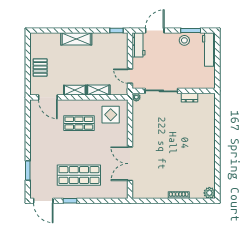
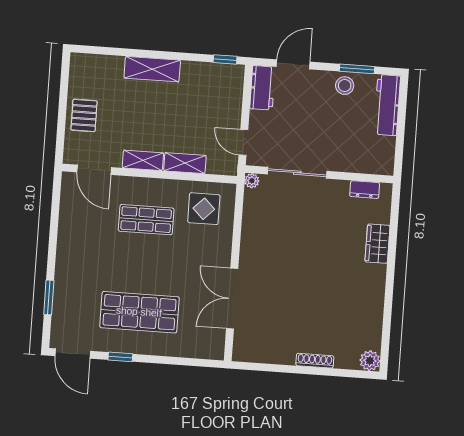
dresser: (190, 98) -> (365, 190), moved
wardrobe: (209, 127) -> (377, 244), added

